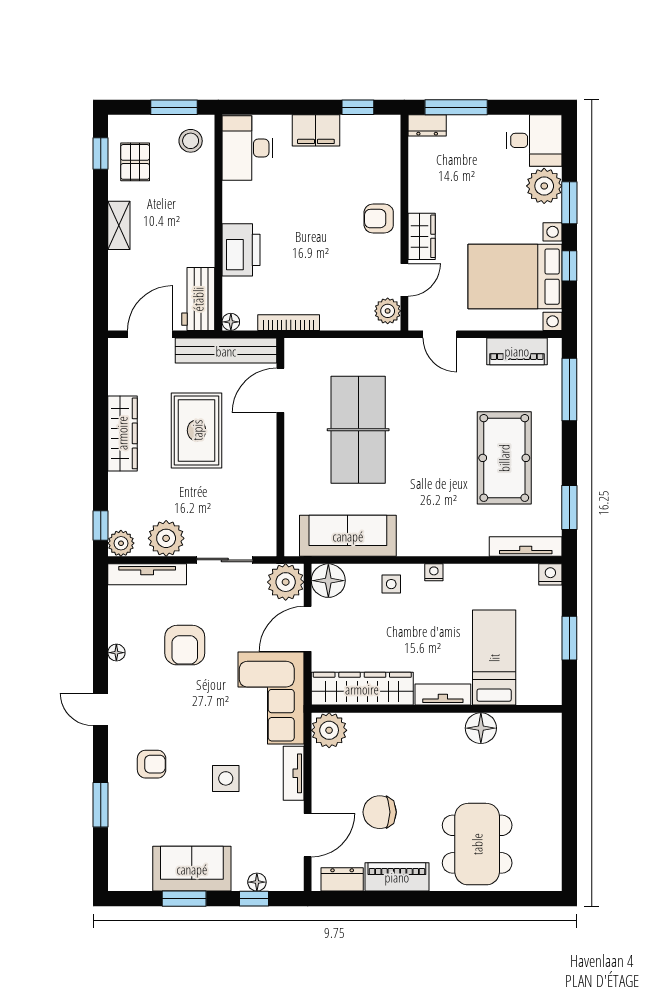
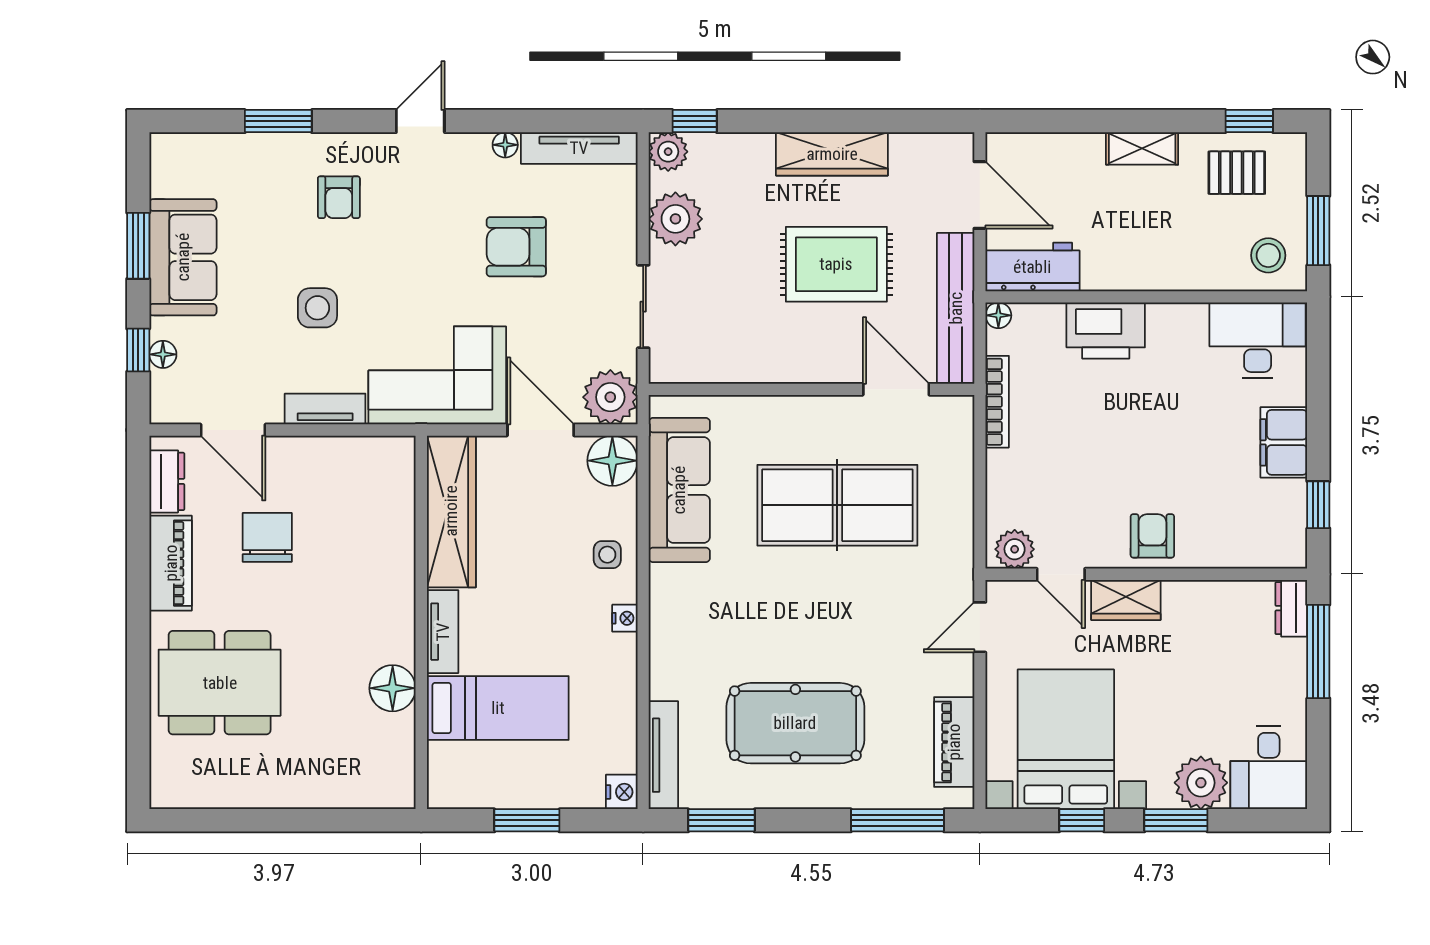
tv unit: (147, 574) -> (579, 148), moved, turned -90
plant: (329, 730) -> (389, 462), removed

